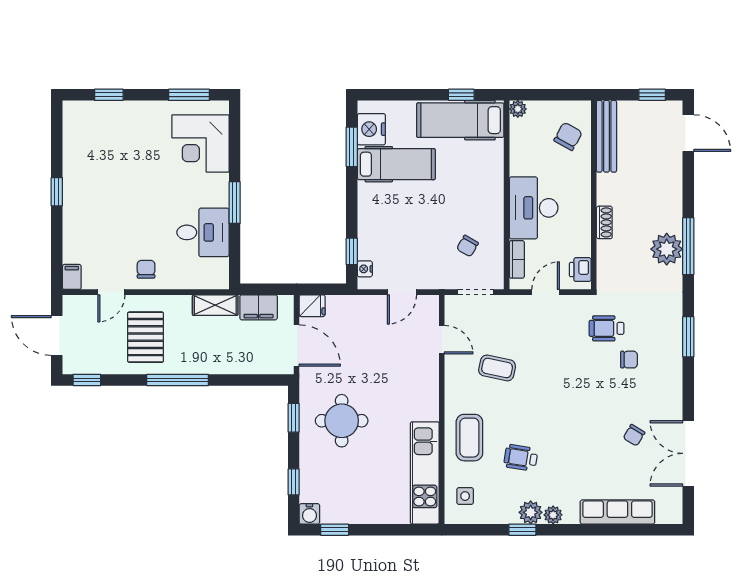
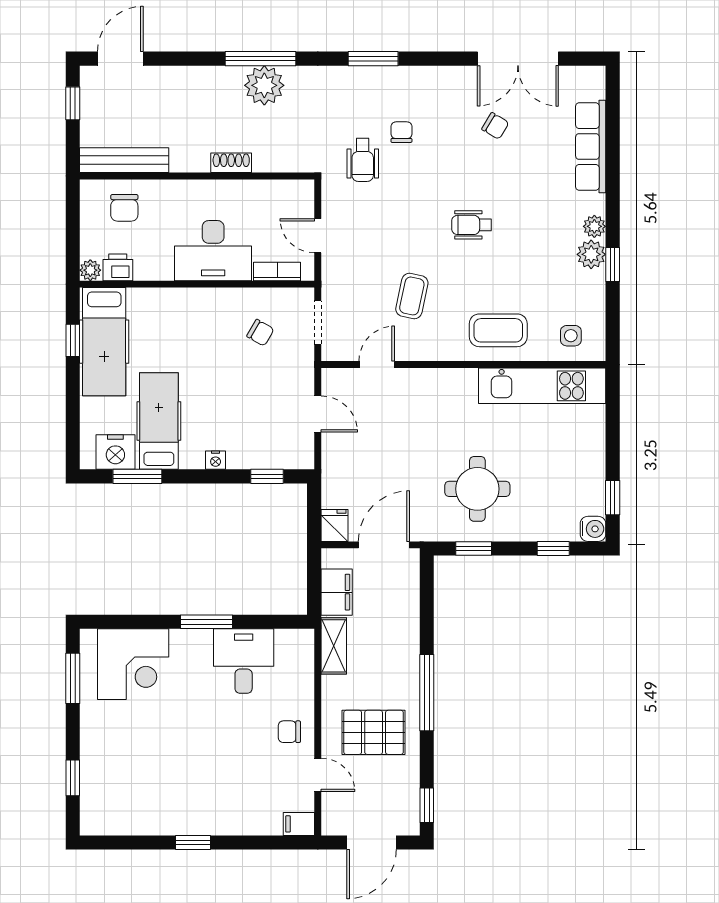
chair: (568, 136) -> (124, 208), turned -119
nightstand: (365, 269) -> (216, 460), moved
printer: (580, 270) -> (118, 267), moved, turned 180
wheelchair: (521, 458) -> (472, 225), moved, turned 81

